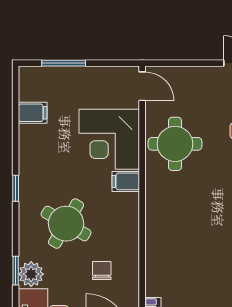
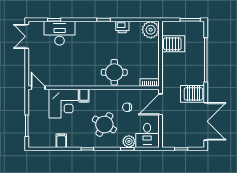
door: (142, 86) -> (38, 88), hinge flipped
filing cabinet: (33, 113) -> (61, 141), moved
round table: (175, 144) -> (114, 72), moved

